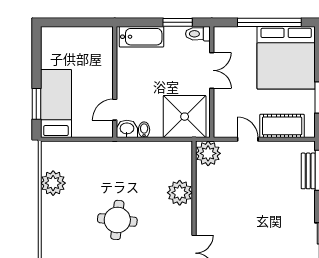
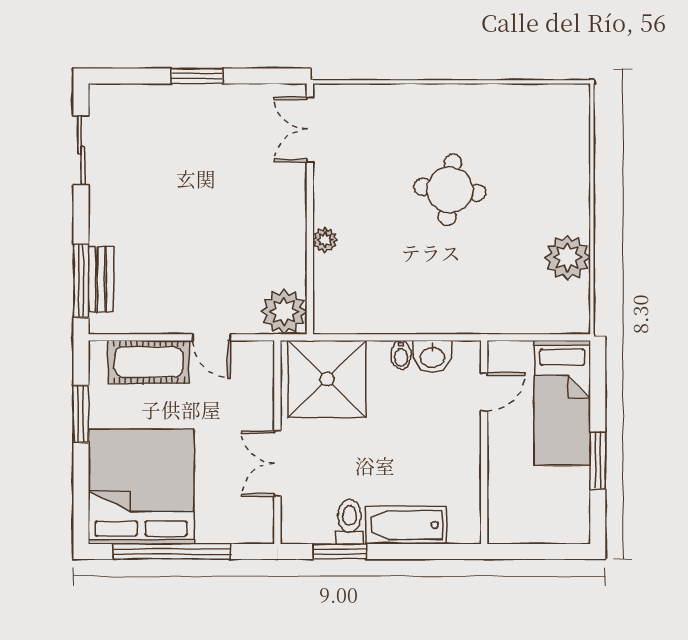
toilet: (198, 34) -> (349, 522), moved, turned -90
wall: (115, 82) -> (484, 442), moved
window: (36, 104) -> (598, 461), moved
door: (115, 110) -> (484, 392), moved
plant: (180, 193) -> (325, 240), width x0.53, depth x0.53

